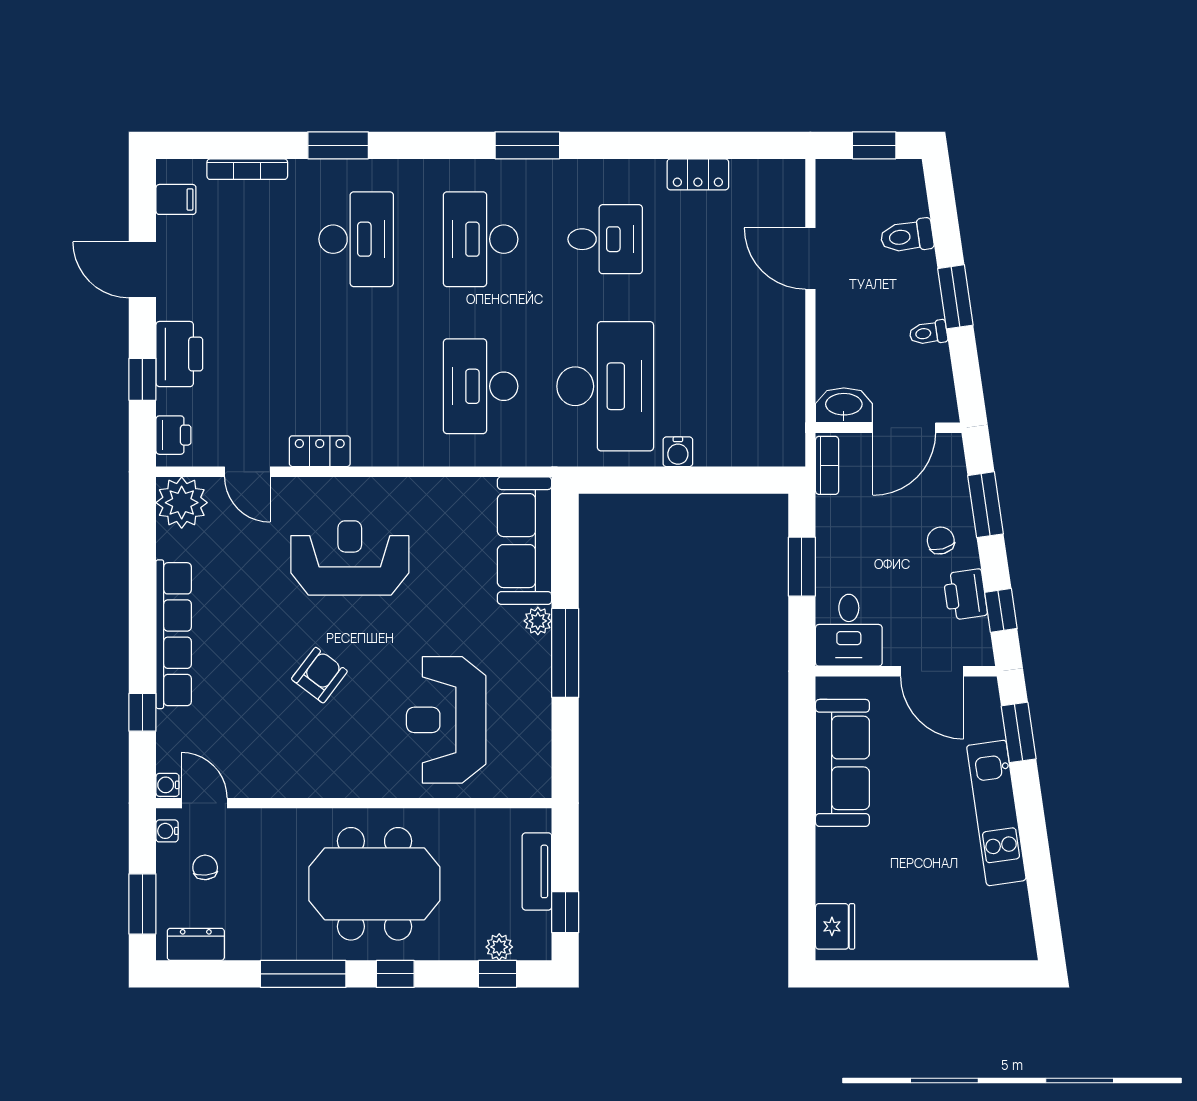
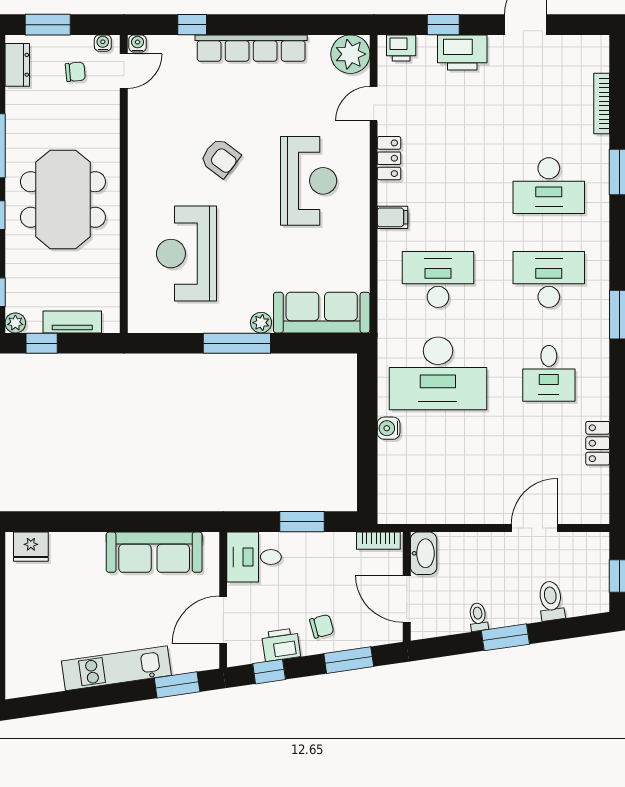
filing cabinet: (176, 199) -> (392, 217), moved, turned -90
reception desk: (446, 720) -> (187, 254), turned -90
plant: (499, 947) -> (15, 323), moved

